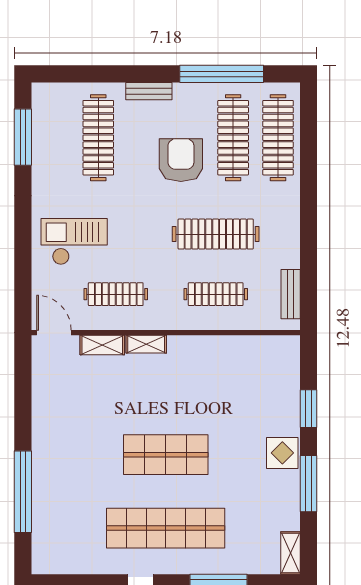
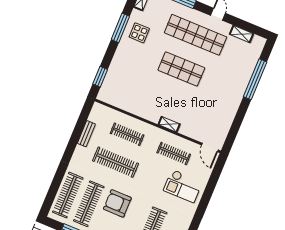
armchair: (181, 160) -> (117, 203), turned 90
bench: (291, 294) -> (86, 134), moved
shelving: (102, 345) -> (242, 34), moved
window: (308, 409) -> (100, 77), moved
display table: (282, 453) -> (139, 33), moved

